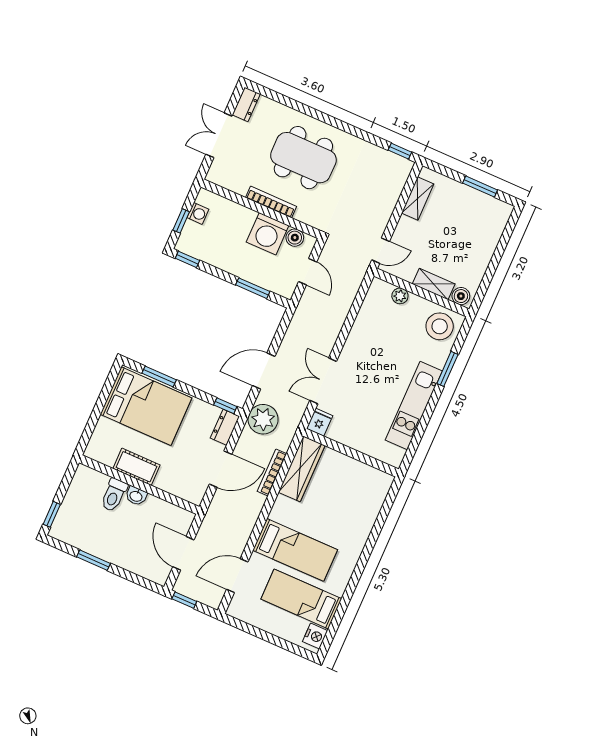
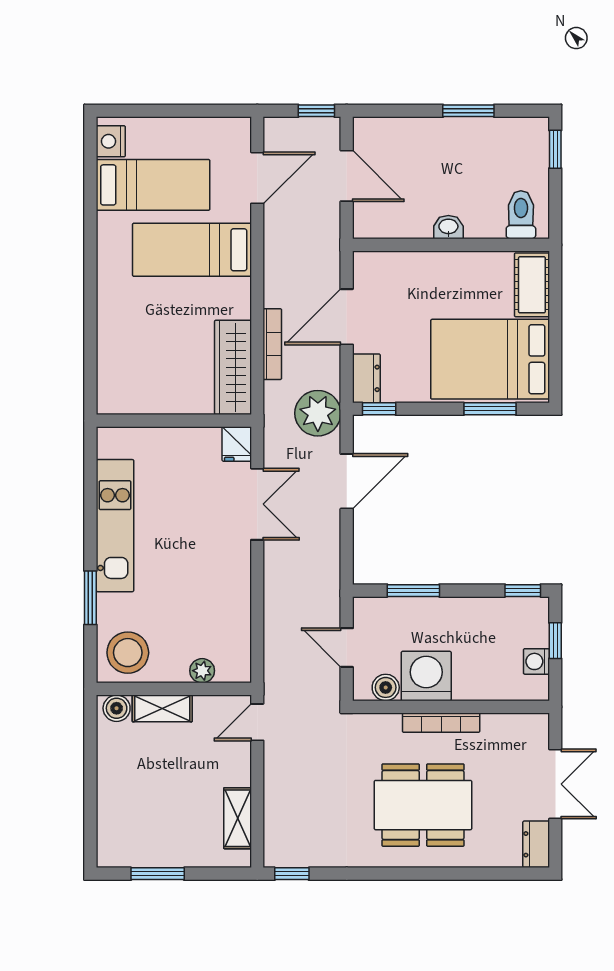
cot: (137, 467) -> (532, 285), moved, turned 90
toilet: (114, 495) -> (521, 215), moved

